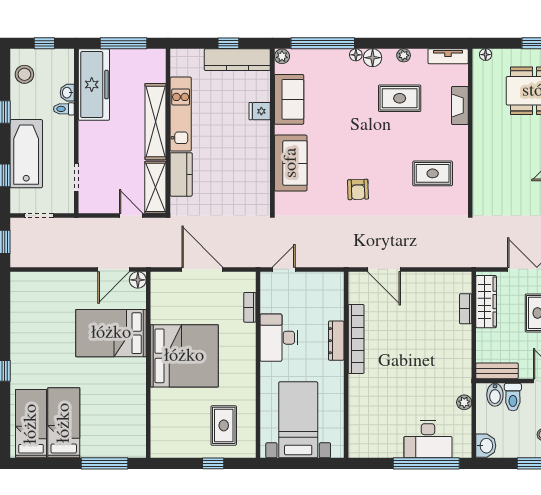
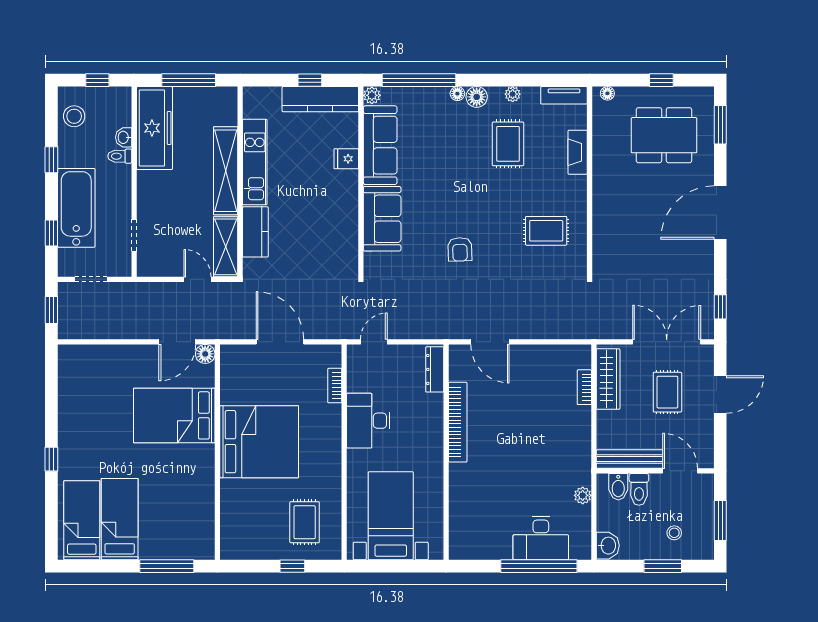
rug: (400, 98) -> (508, 144), turned 90
sofa: (289, 99) -> (380, 145), width x1.36
dresser: (336, 341) -> (435, 369), moved
bench: (497, 371) -> (629, 459), width x1.36

